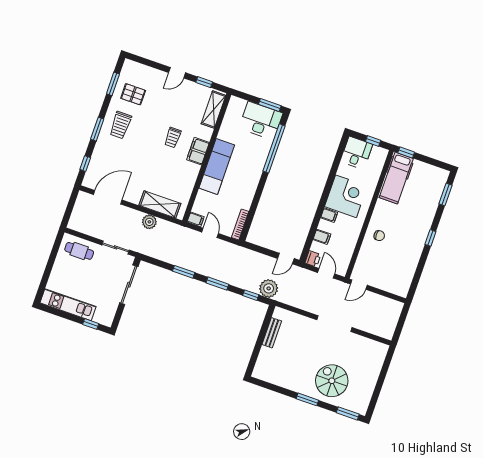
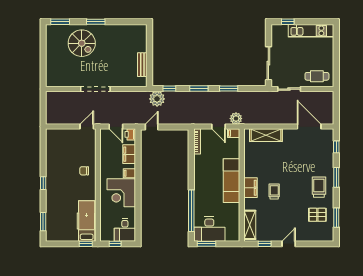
door: (108, 197) -> (309, 127), swing flipped
plant: (149, 222) -> (236, 119), moved
filing cabinet: (322, 237) -> (129, 154), width x2.00

